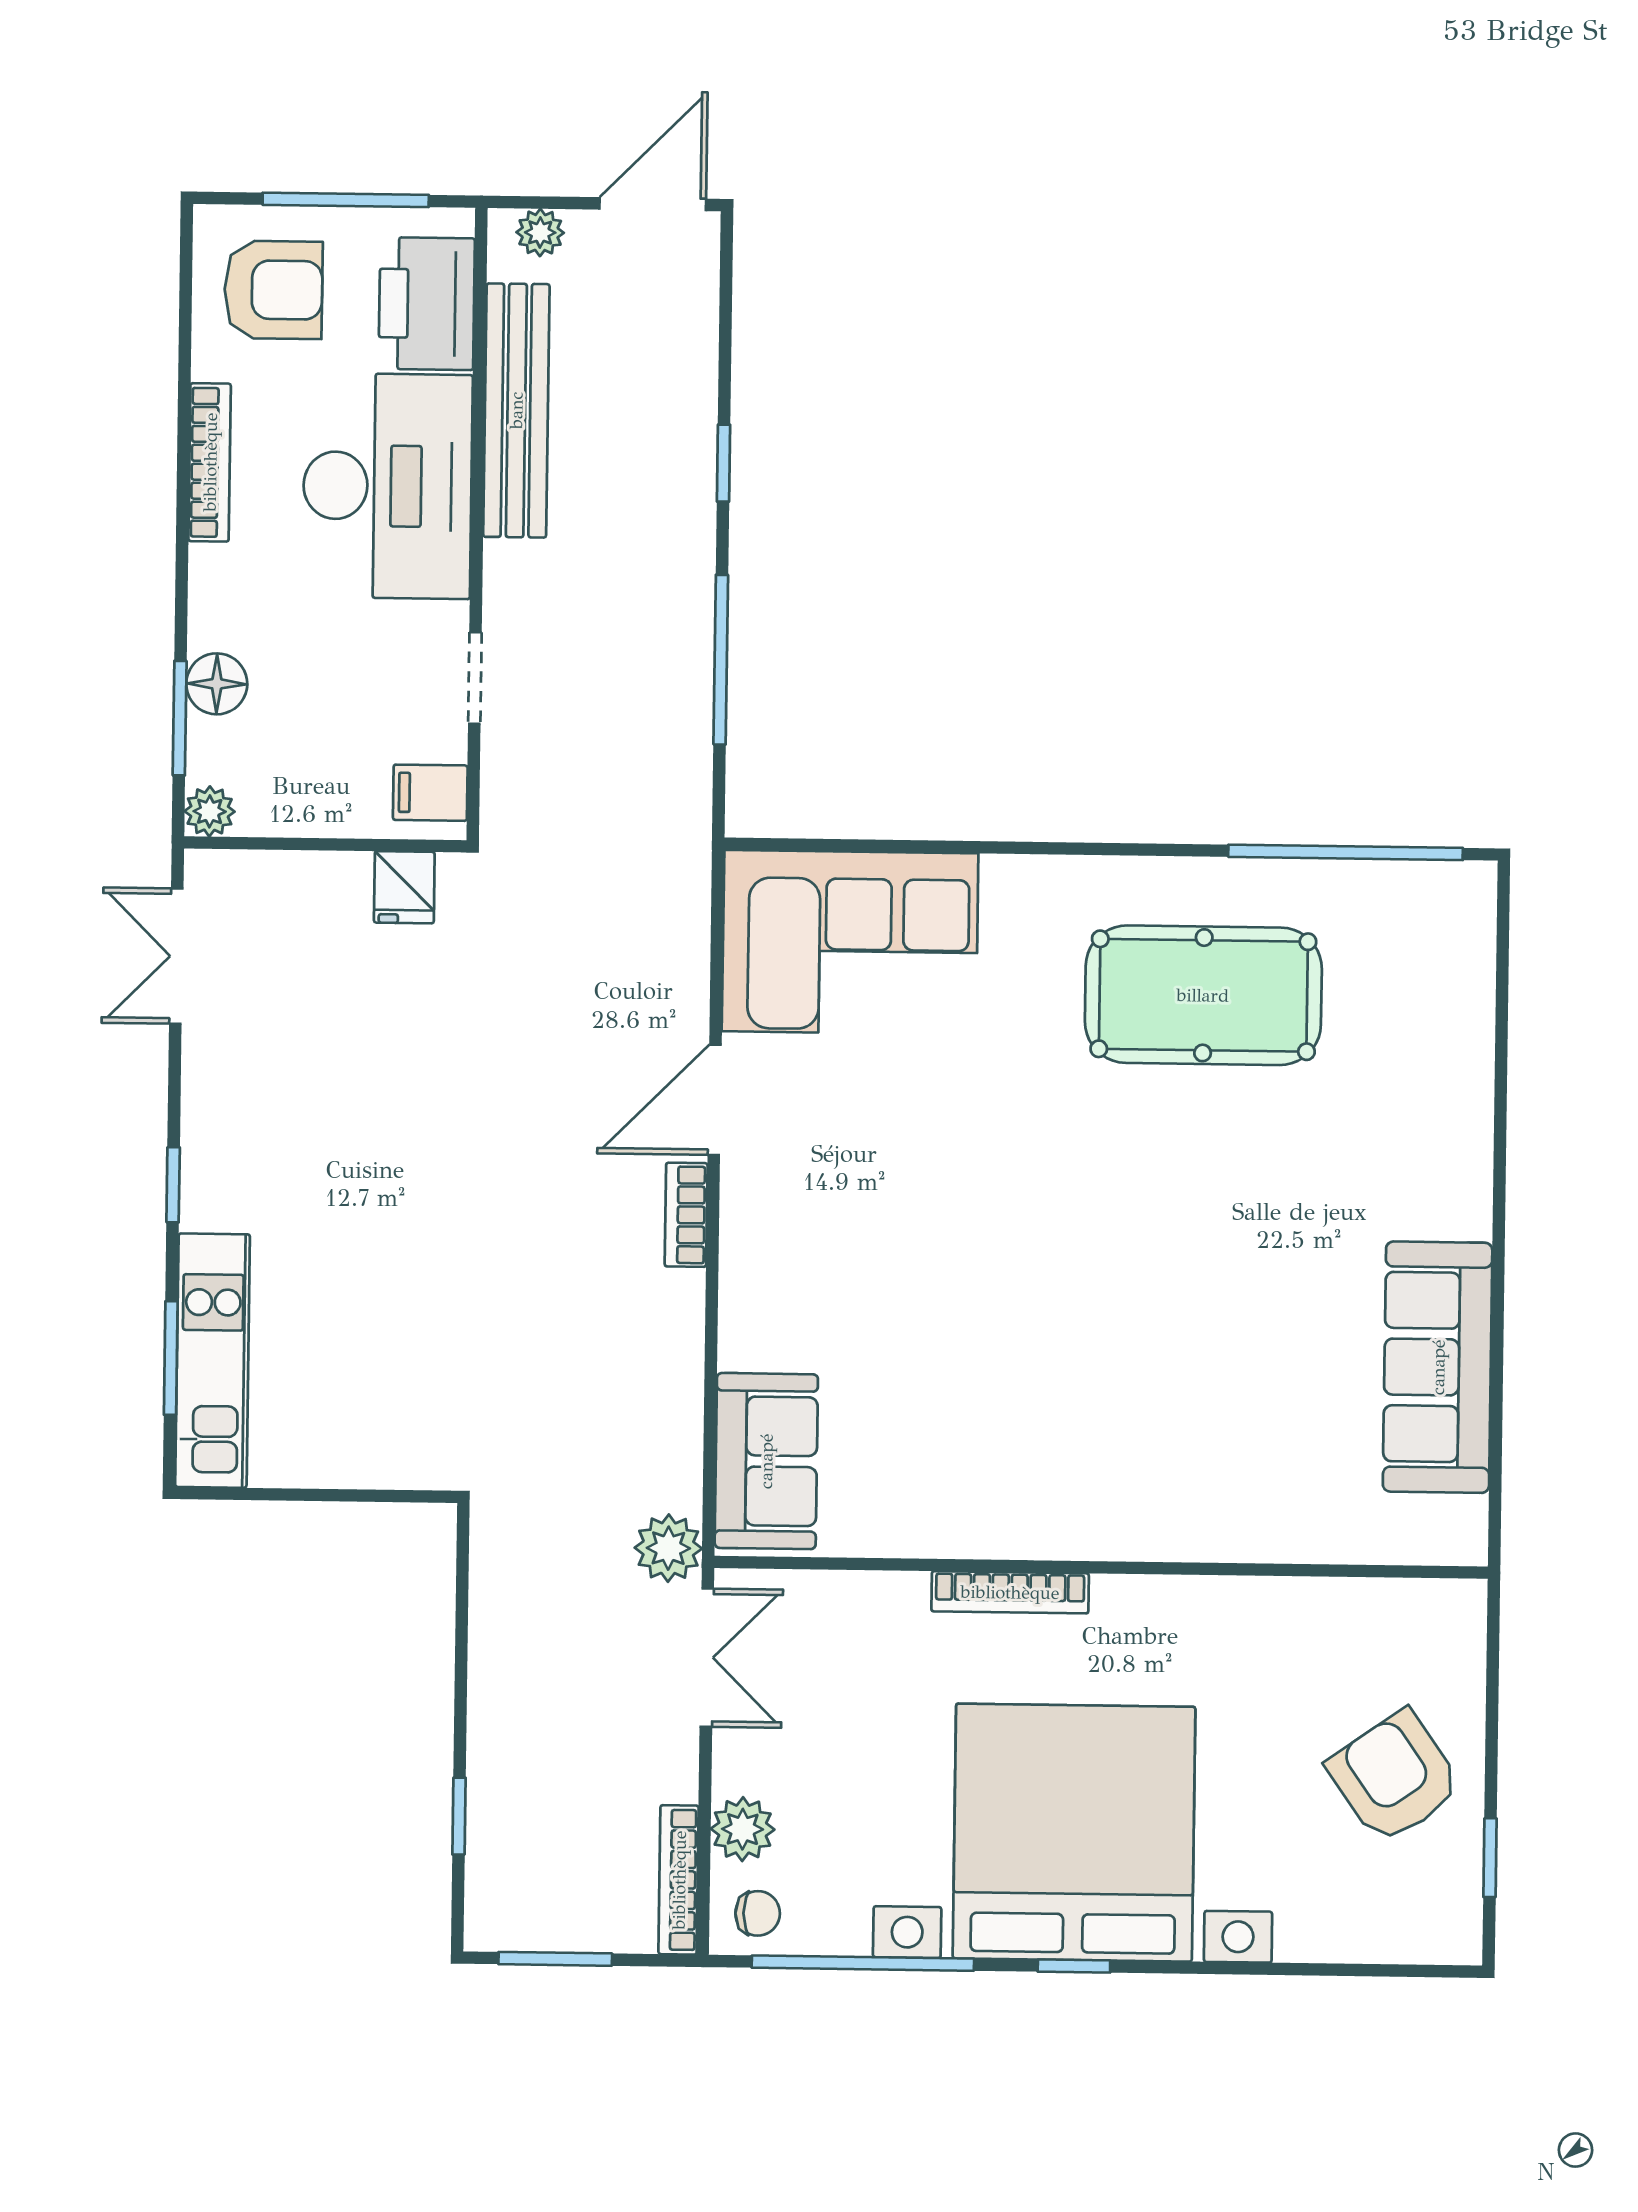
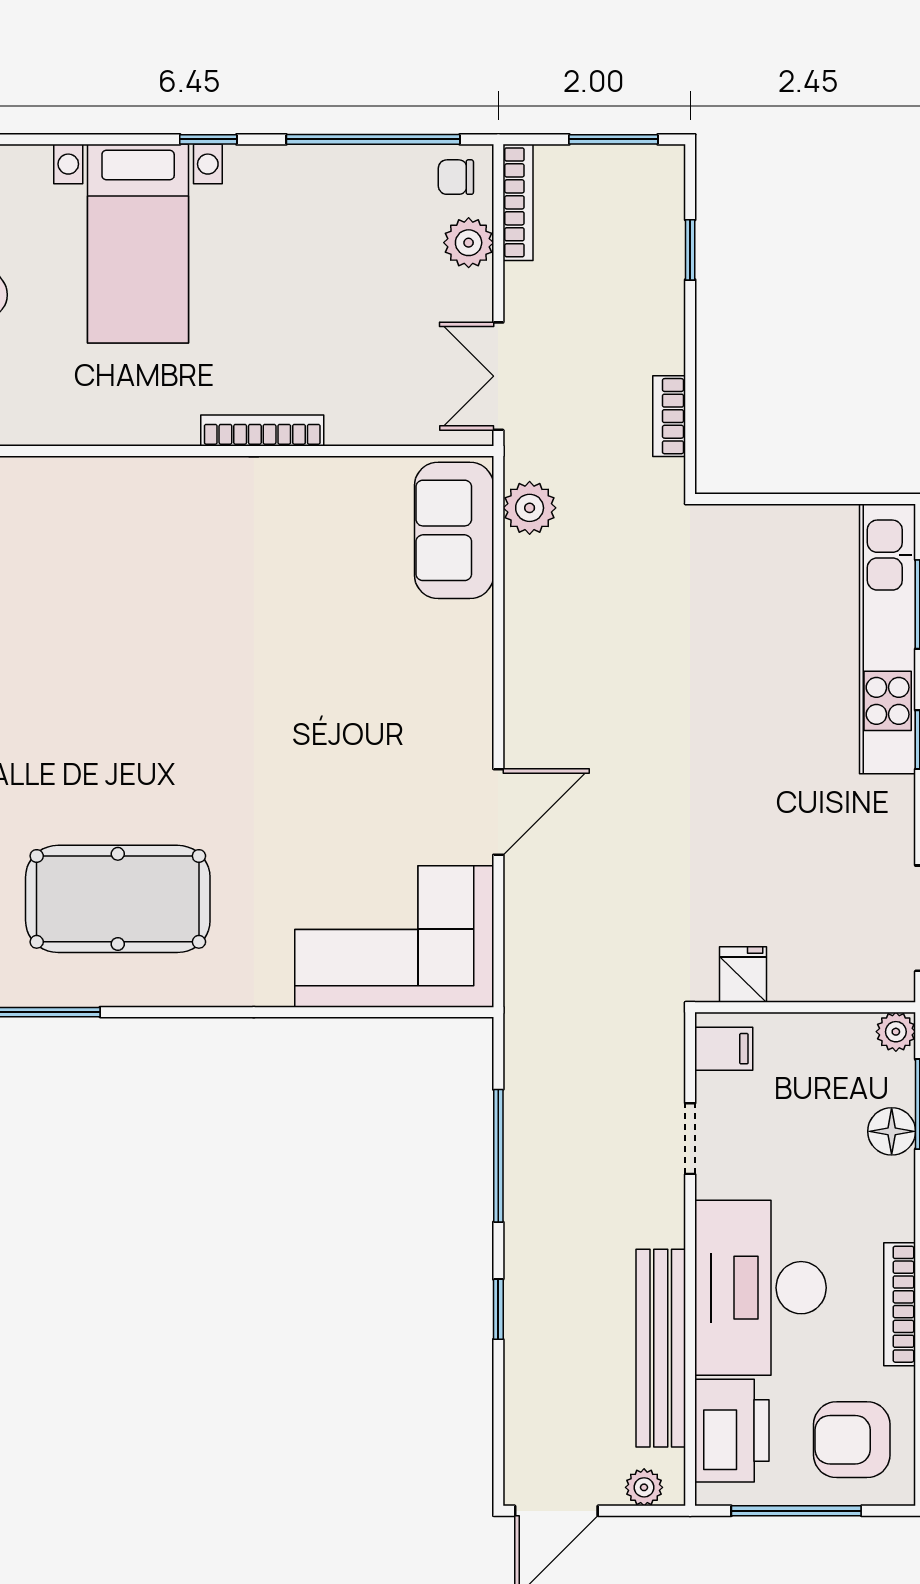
bookcase: (686, 1215) -> (669, 416), moved, turned 180
kitchen unit: (213, 1361) -> (888, 639), width x1.36
plant: (668, 1548) -> (530, 508), moved
bed with nightstands: (1074, 1833) -> (138, 244), width x0.54

